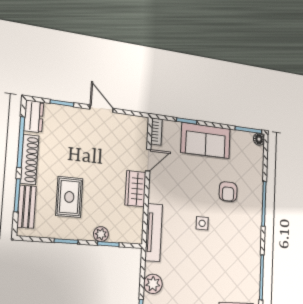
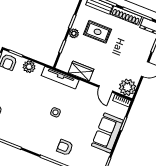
plant: (136, 128) -> (127, 87), added
wardrobe: (136, 189) -> (81, 71), moved
armchair: (228, 192) -> (65, 147), moved
plant: (101, 234) -> (74, 33), moved

